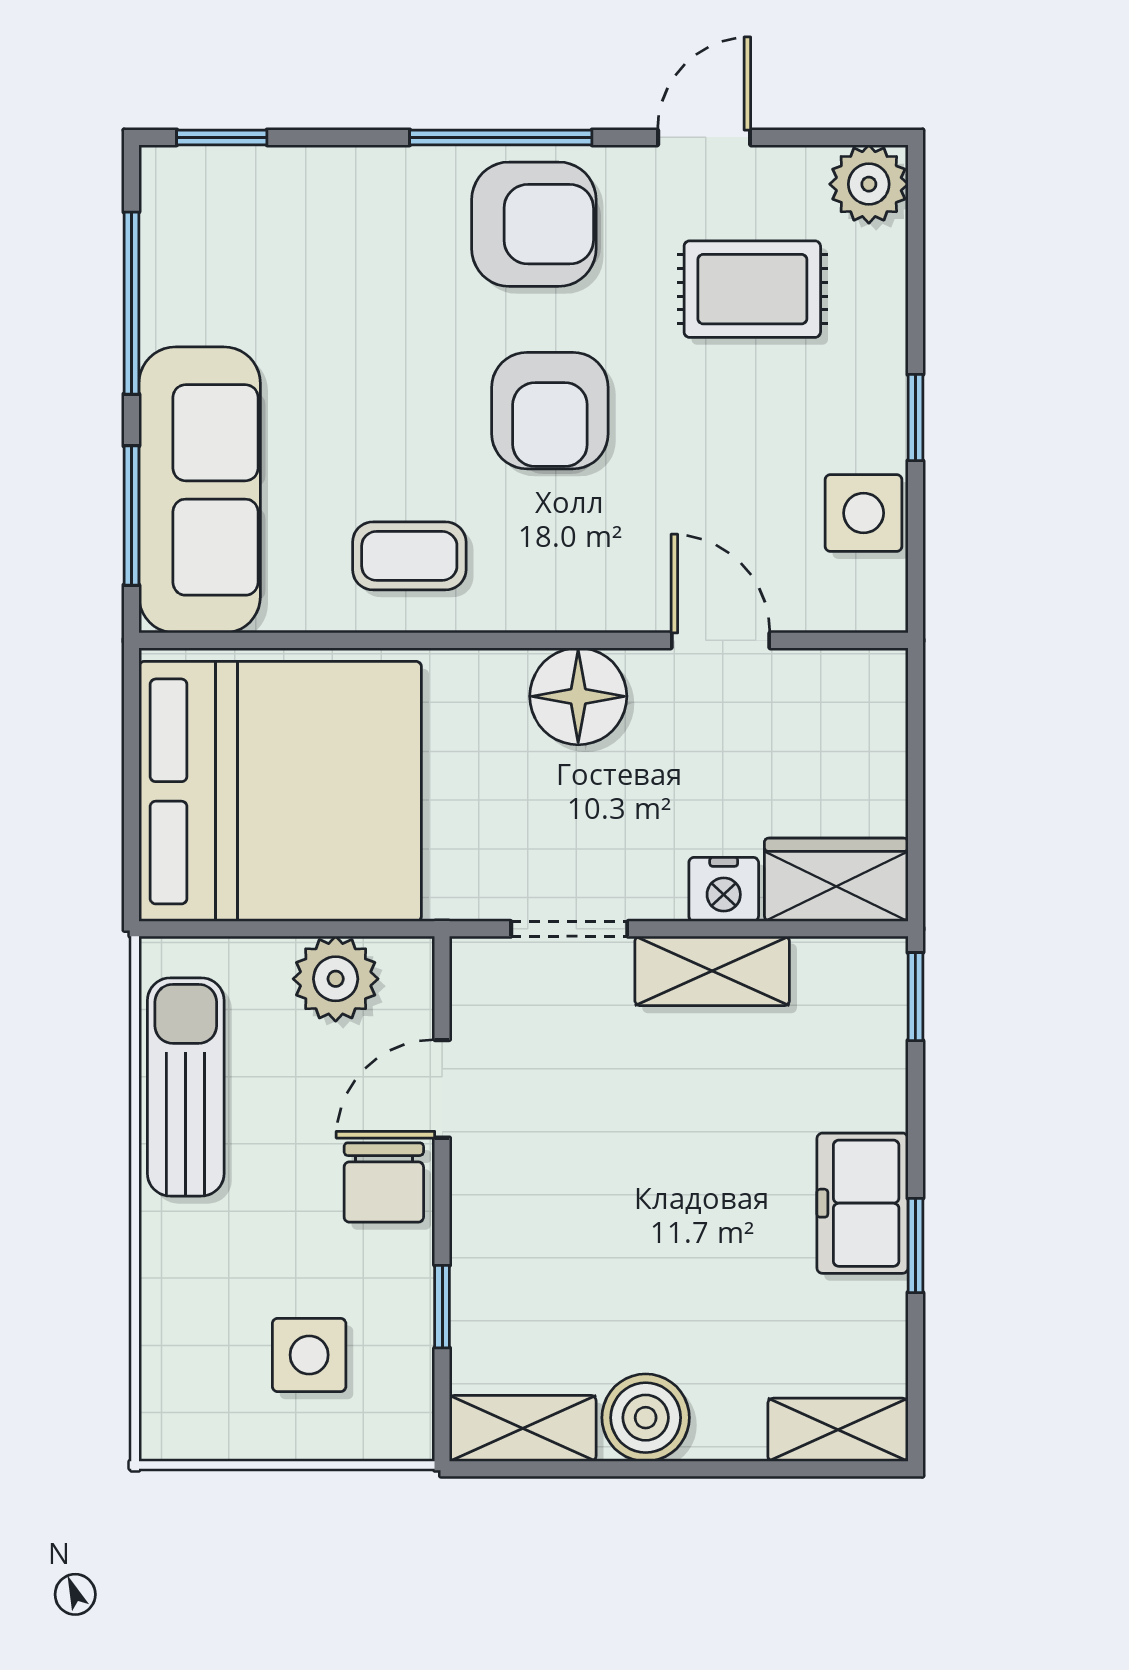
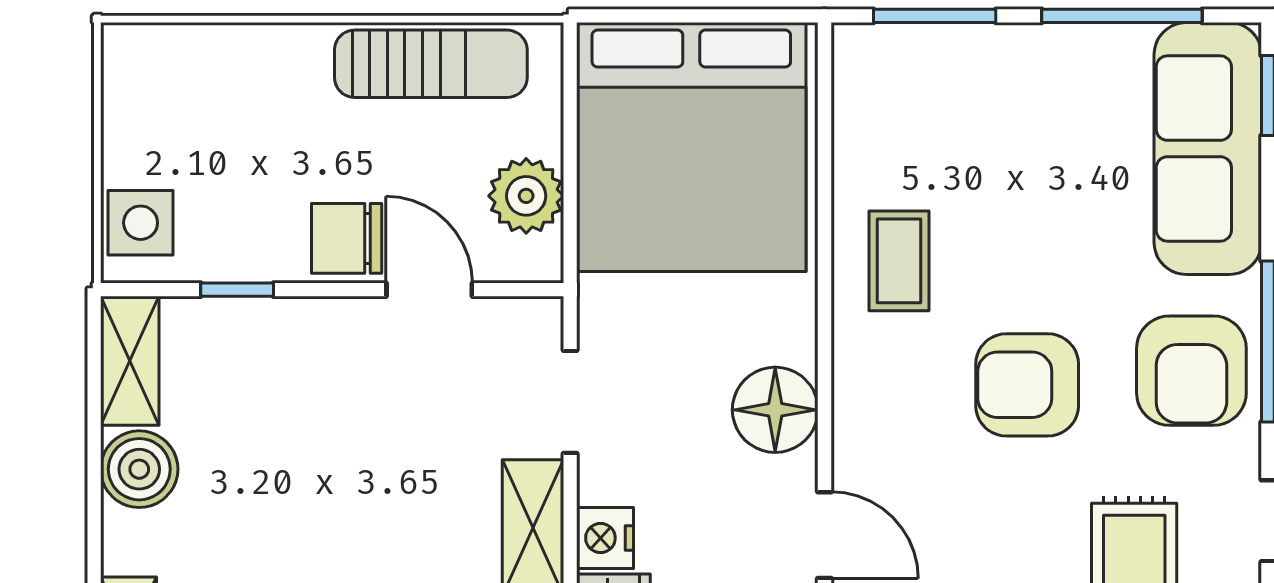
sofa: (200, 490) -> (1208, 148), moved, turned 90
door: (720, 640) -> (824, 535), hinge flipped
side table: (309, 1355) -> (141, 223), moved

